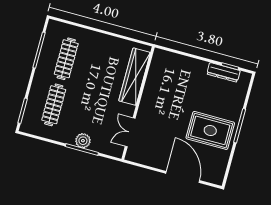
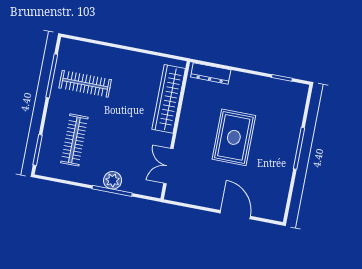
clothes rail: (66, 59) -> (85, 84), turned 90
dresser: (223, 72) -> (211, 73), moved
rug: (210, 130) -> (234, 137), moved, turned 90
door: (183, 177) -> (235, 215), width x0.73

